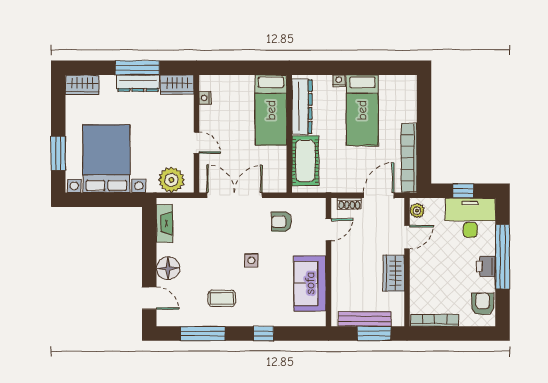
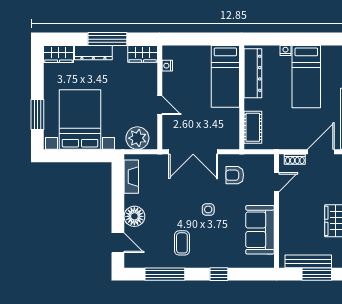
dresser: (138, 83) -> (93, 53), moved
cot: (305, 161) -> (253, 127), width x0.73, depth x0.75
double door: (235, 195) -> (193, 152), swing flipped
coffee table: (222, 298) -> (182, 243), turned 90

